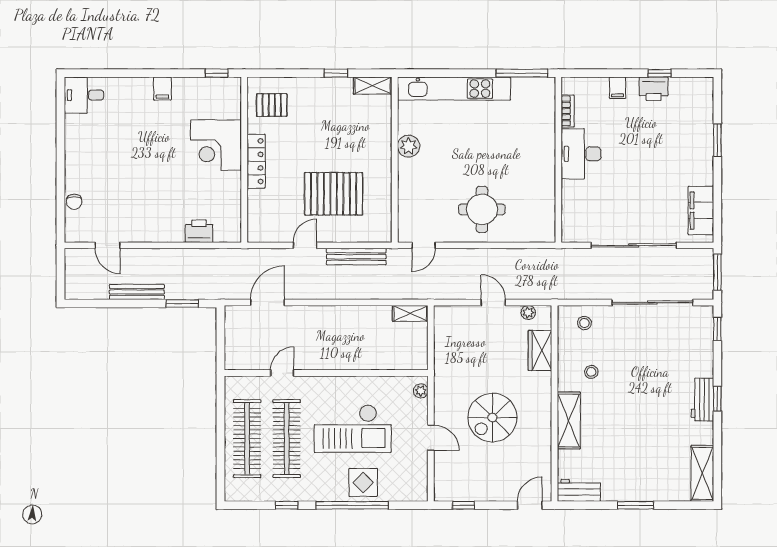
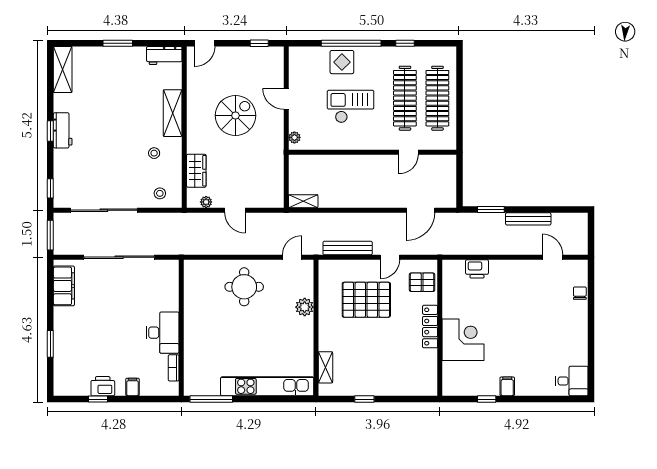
window: (217, 73) -> (487, 399), moved
shelving: (373, 86) -> (325, 367), moved, turned 90
pallet: (272, 105) -> (422, 282), moved
plant: (409, 146) -> (305, 307), moved
checkout: (353, 428) -> (351, 106), width x0.73, depth x0.83

